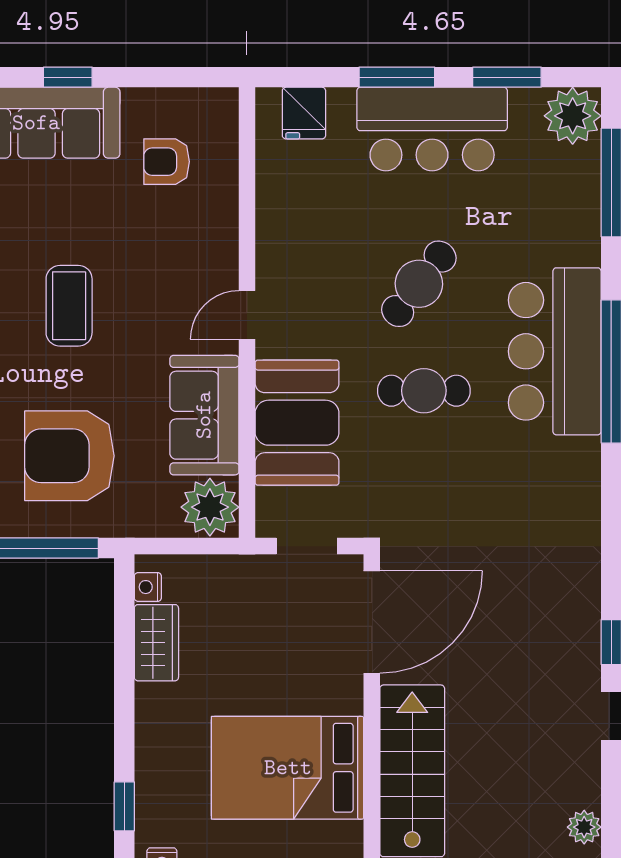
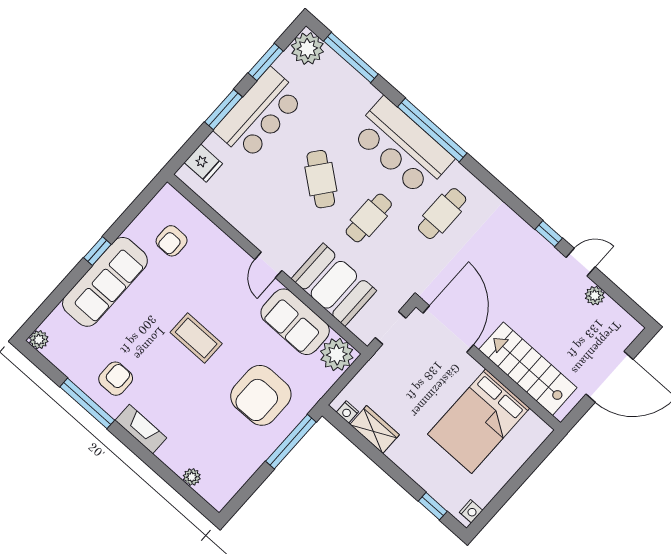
cafe table: (514, 481) -> (442, 214), added
plant: (584, 827) -> (595, 296), moved

